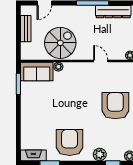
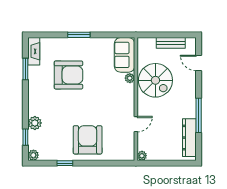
window: (18, 84) -> (79, 35), moved
armchair: (115, 106) -> (88, 140), turned -90
armchair: (70, 142) -> (68, 75), moved

